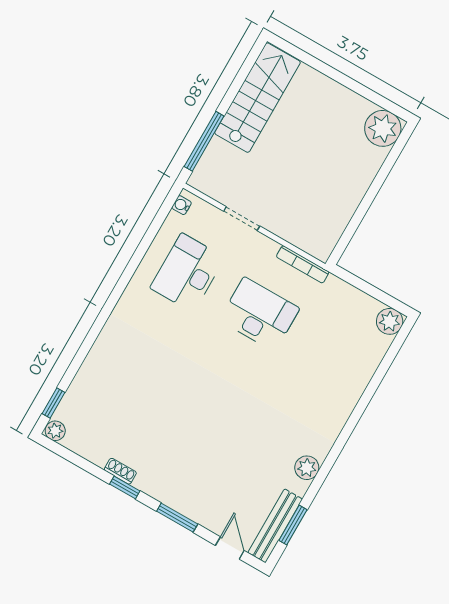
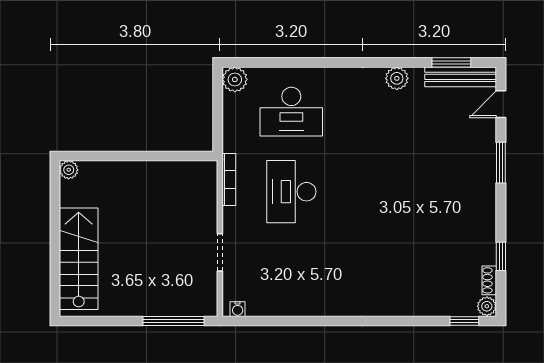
stairs: (258, 98) -> (79, 259), moved, turned 90
plant: (383, 128) -> (69, 170), width x0.53, depth x0.53
desk: (187, 273) -> (291, 112), moved
shoe rack: (120, 471) -> (489, 280), moved
window: (125, 488) -> (501, 256), moved

